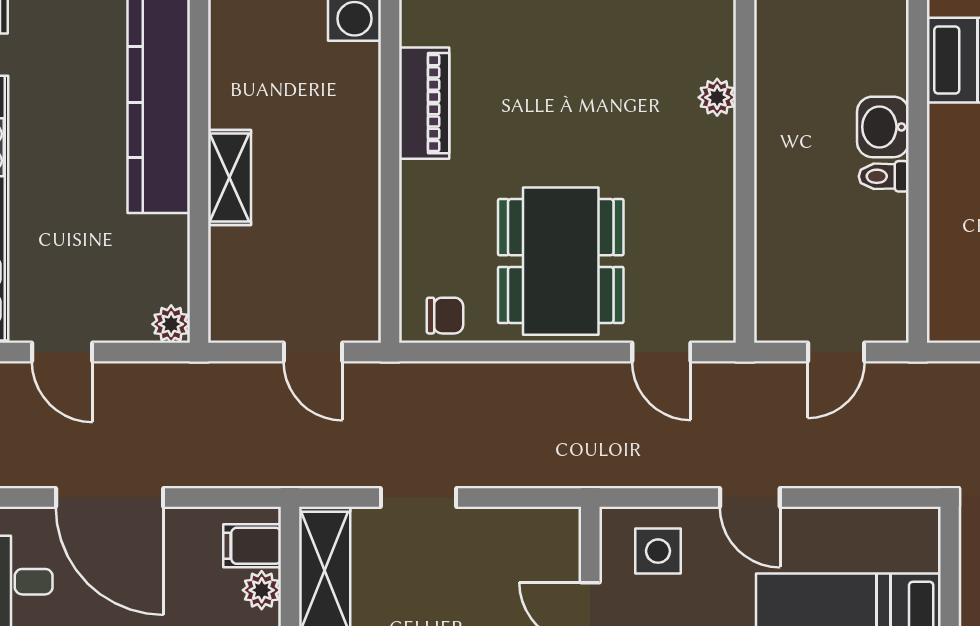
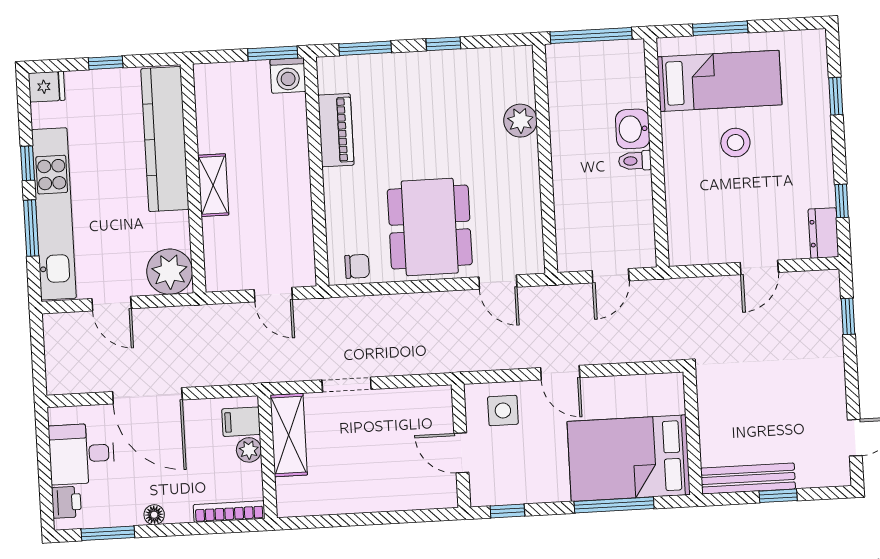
plant: (717, 97) -> (520, 121), width x1.38, depth x1.38
plant: (171, 324) -> (170, 272), width x1.88, depth x1.88

